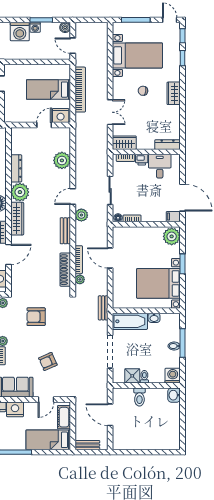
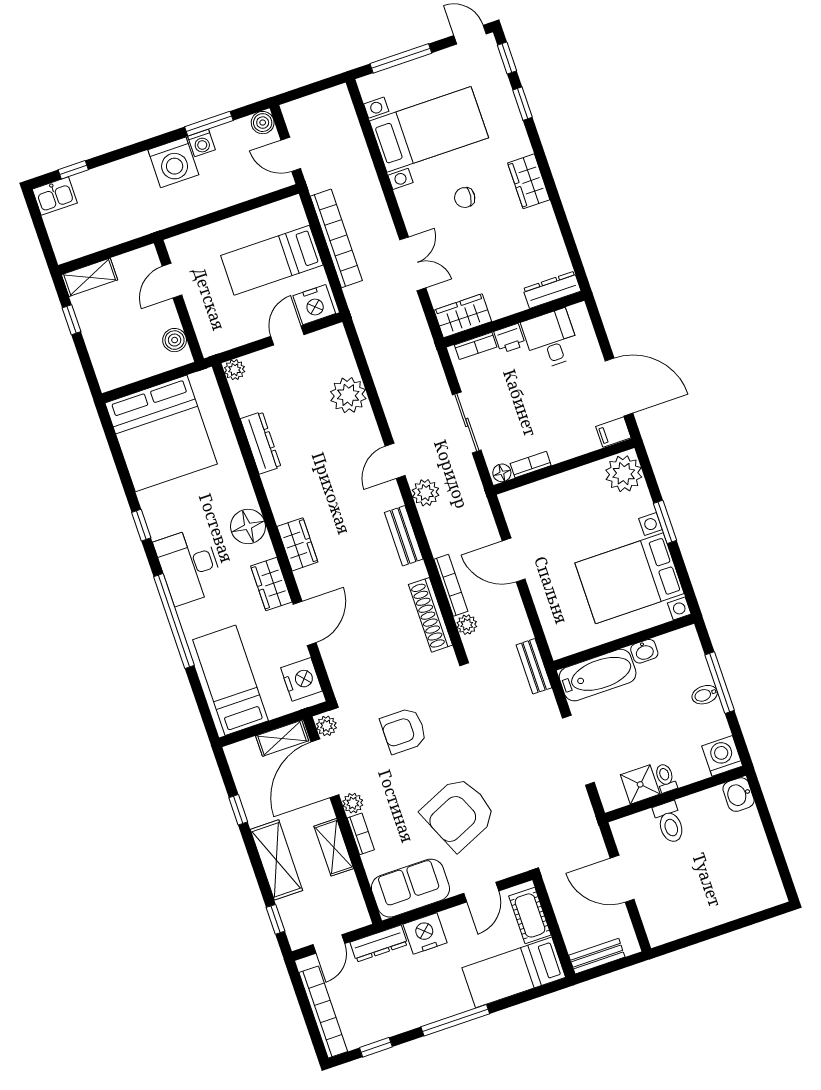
plant: (20, 192) -> (235, 370), moved, width x0.53, depth x0.53
wardrobe: (17, 219) -> (297, 544), width x0.67
armchair: (48, 361) -> (459, 814), width x1.88, depth x1.88

